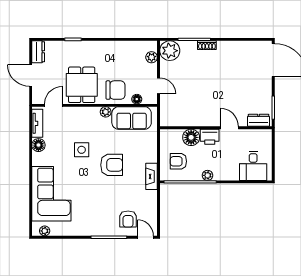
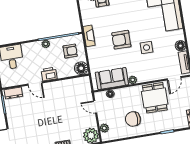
chair: (116, 90) -> (133, 119), moved
floor lamp: (191, 137) -> (81, 68), moved

